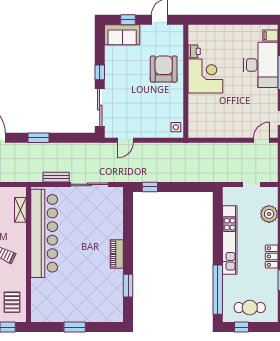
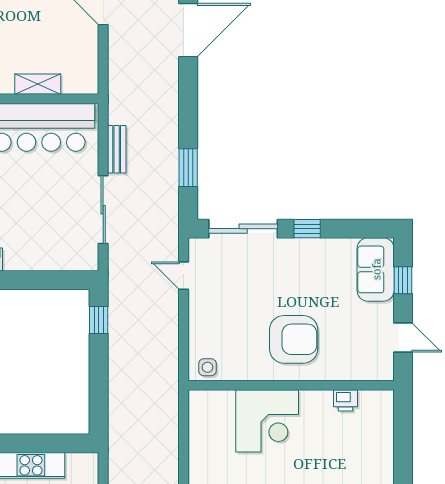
armchair: (164, 69) -> (294, 339), moved
corner desk: (205, 76) -> (267, 421), moved
window: (38, 138) -> (188, 168), moved
shelving: (20, 210) -> (38, 84), moved

